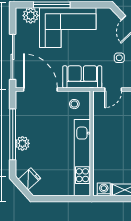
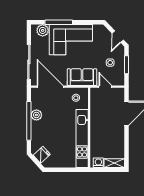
door: (113, 89) -> (105, 87), swing flipped
plant: (22, 143) -> (36, 115), moved

